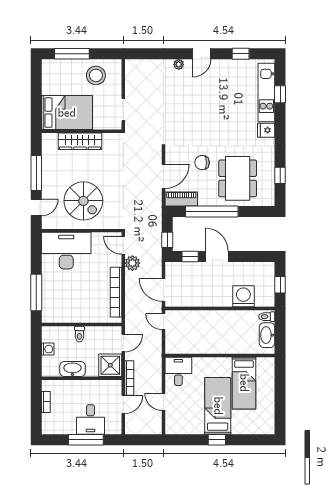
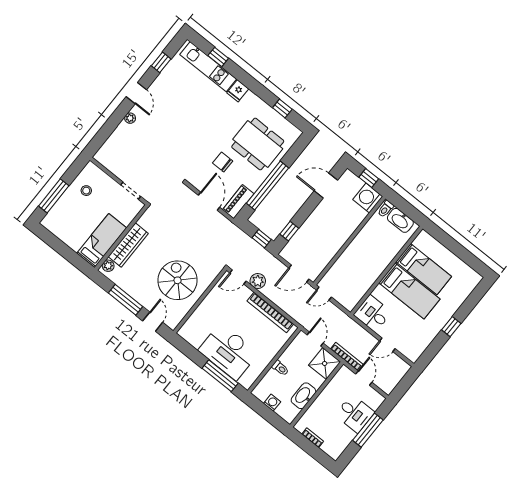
stool: (96, 75) -> (86, 191), width x0.53, depth x0.53
bed: (67, 113) -> (102, 241), width x0.67
plant: (52, 139) -> (108, 266), added
chair: (202, 163) -> (223, 162), turned 90
spiral stairs: (83, 201) -> (178, 280), turned -90
desk: (66, 251) -> (228, 352), moved, turned -90
door: (217, 256) -> (326, 186), moved
washing machine: (243, 296) -> (368, 198), moved
bed: (218, 406) -> (409, 291), moved, turned 180

